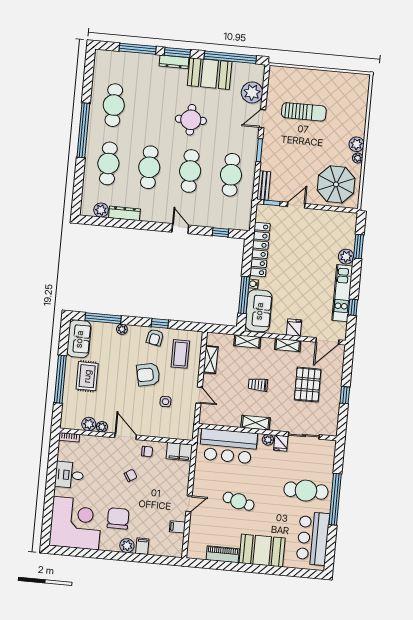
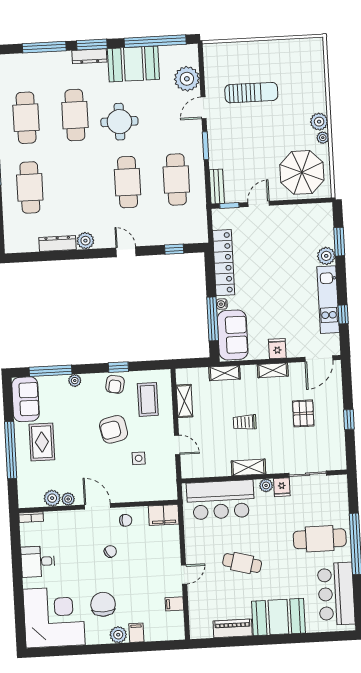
cafe table: (149, 167) -> (75, 115), moved
plant: (101, 210) -> (85, 241), moved
pallet: (308, 385) -> (303, 413), width x0.67, depth x0.71

